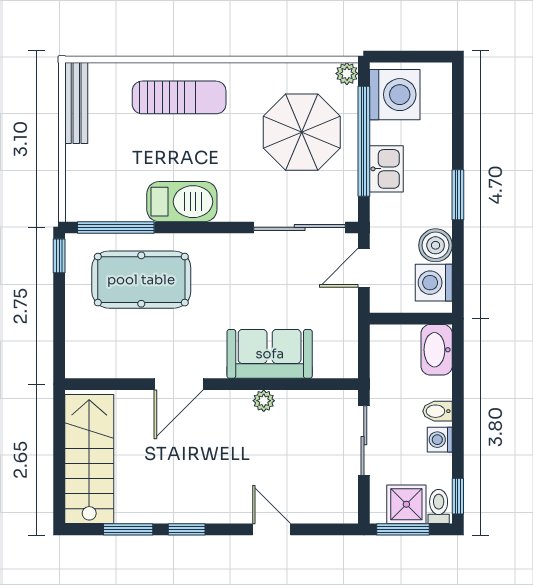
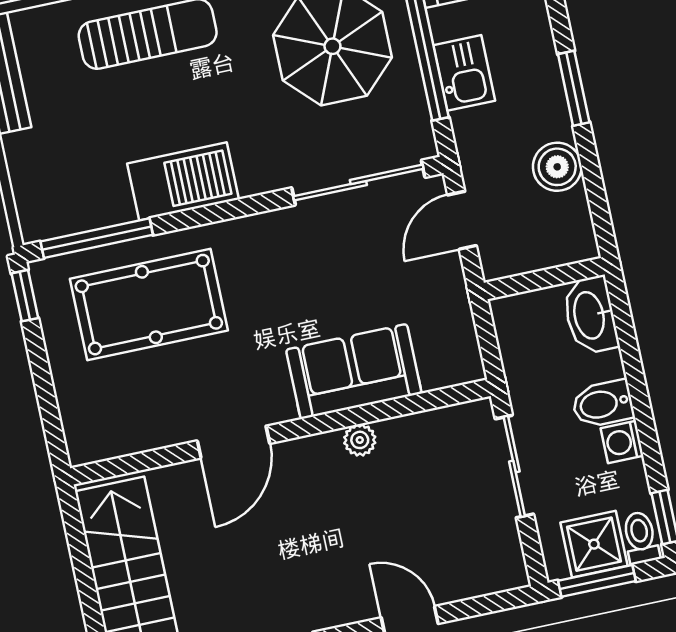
washing machine: (434, 283) -> (566, 220), removed
bidet: (438, 411) -> (603, 404), width x1.38, depth x1.36

